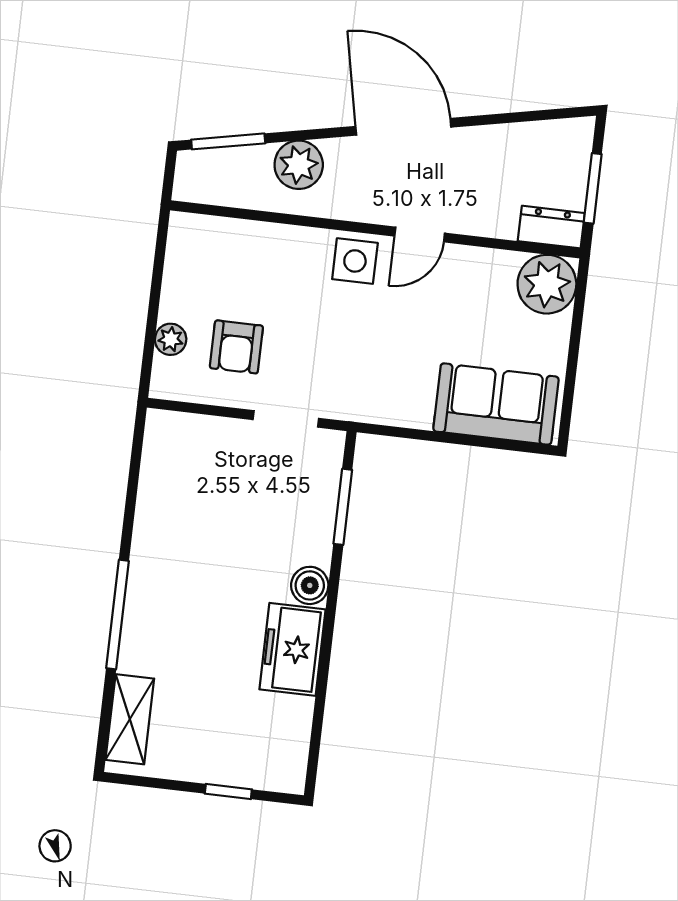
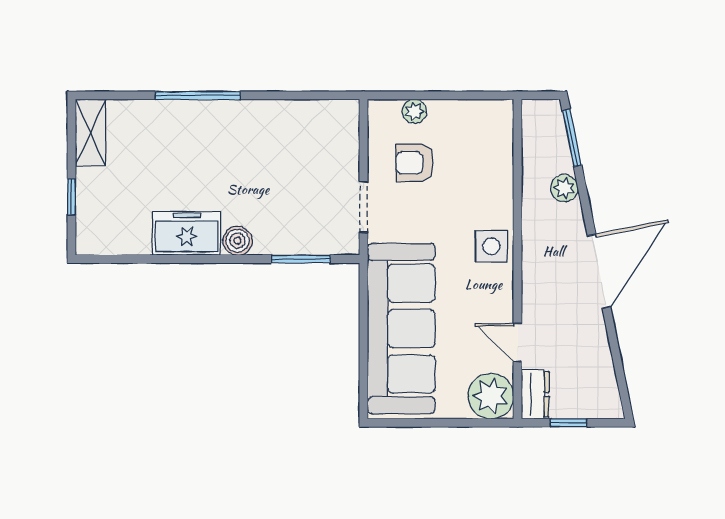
plant: (299, 165) -> (564, 188), width x0.73, depth x0.73
window: (593, 188) -> (569, 423), width x0.67
door: (420, 235) -> (518, 343), moved
sofa: (496, 404) -> (401, 329), width x1.85, depth x1.27
shelving: (130, 719) -> (90, 133), moved, turned 90

